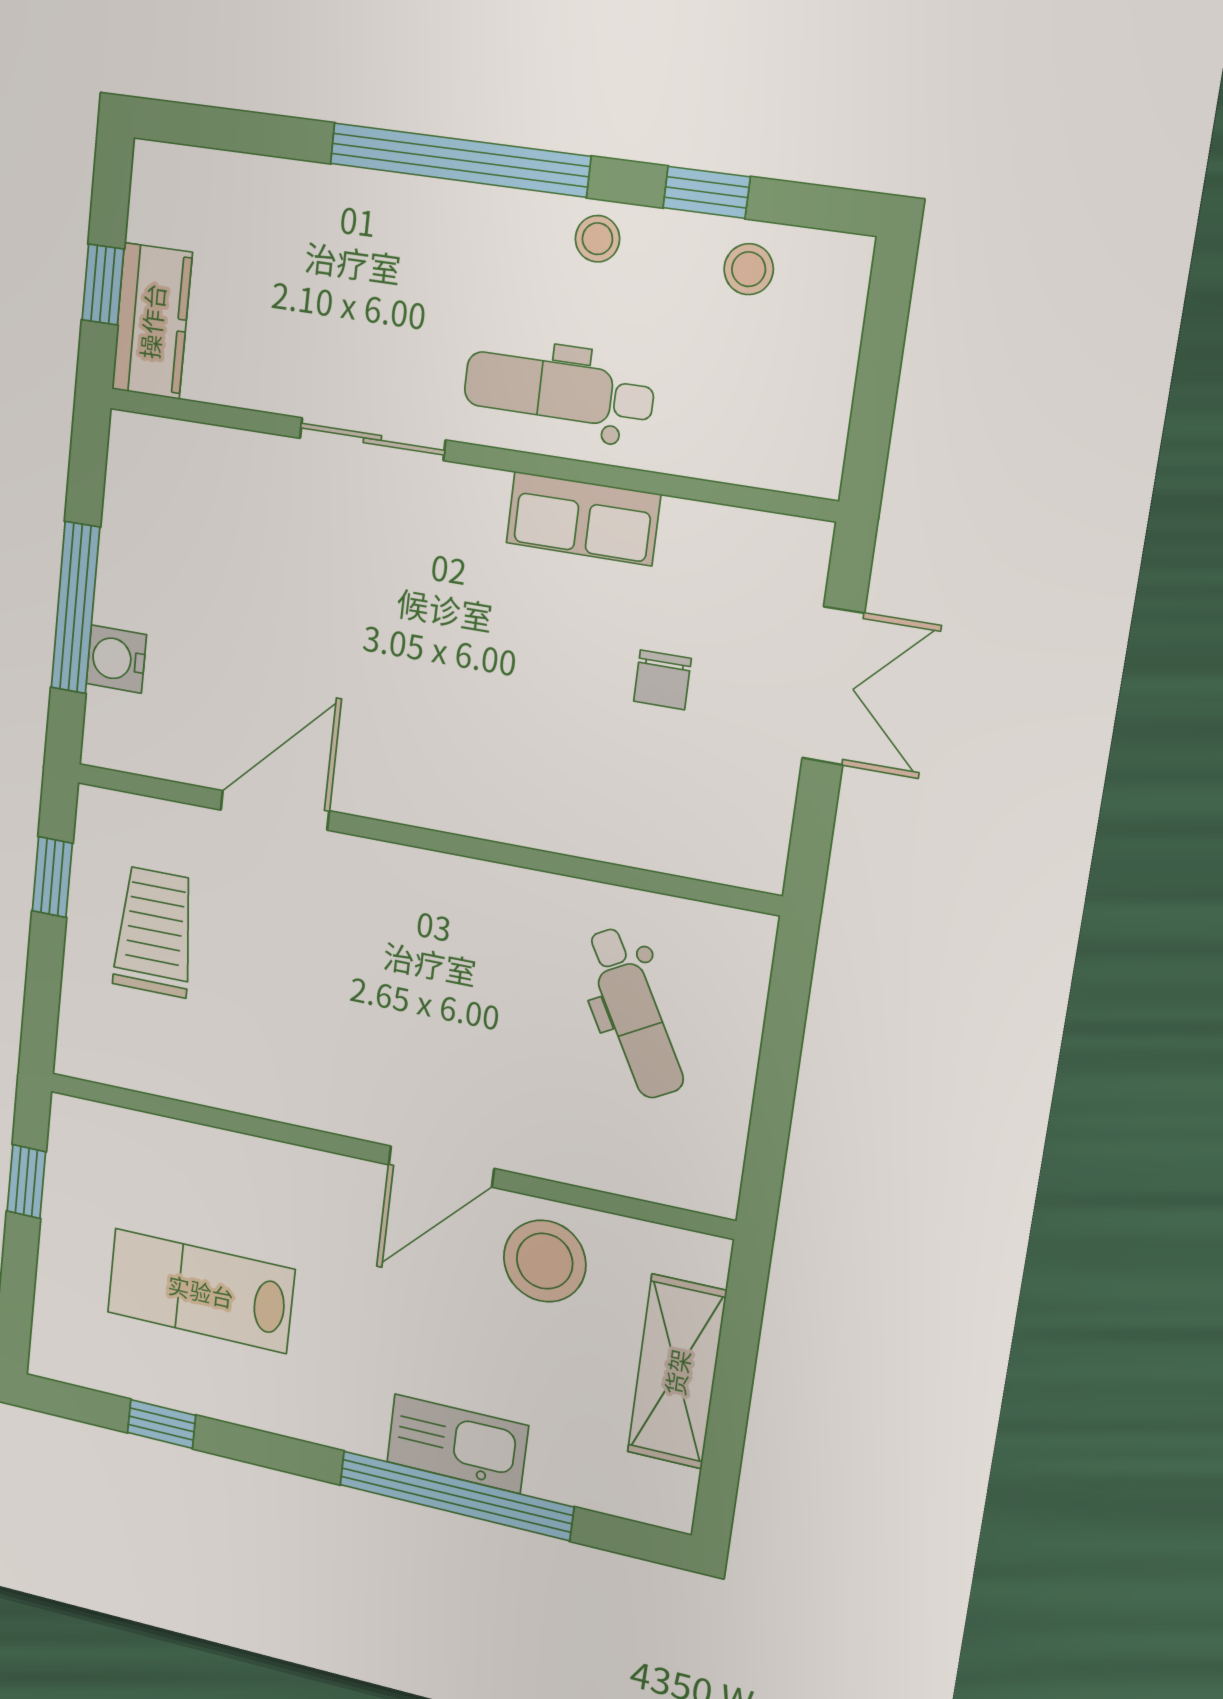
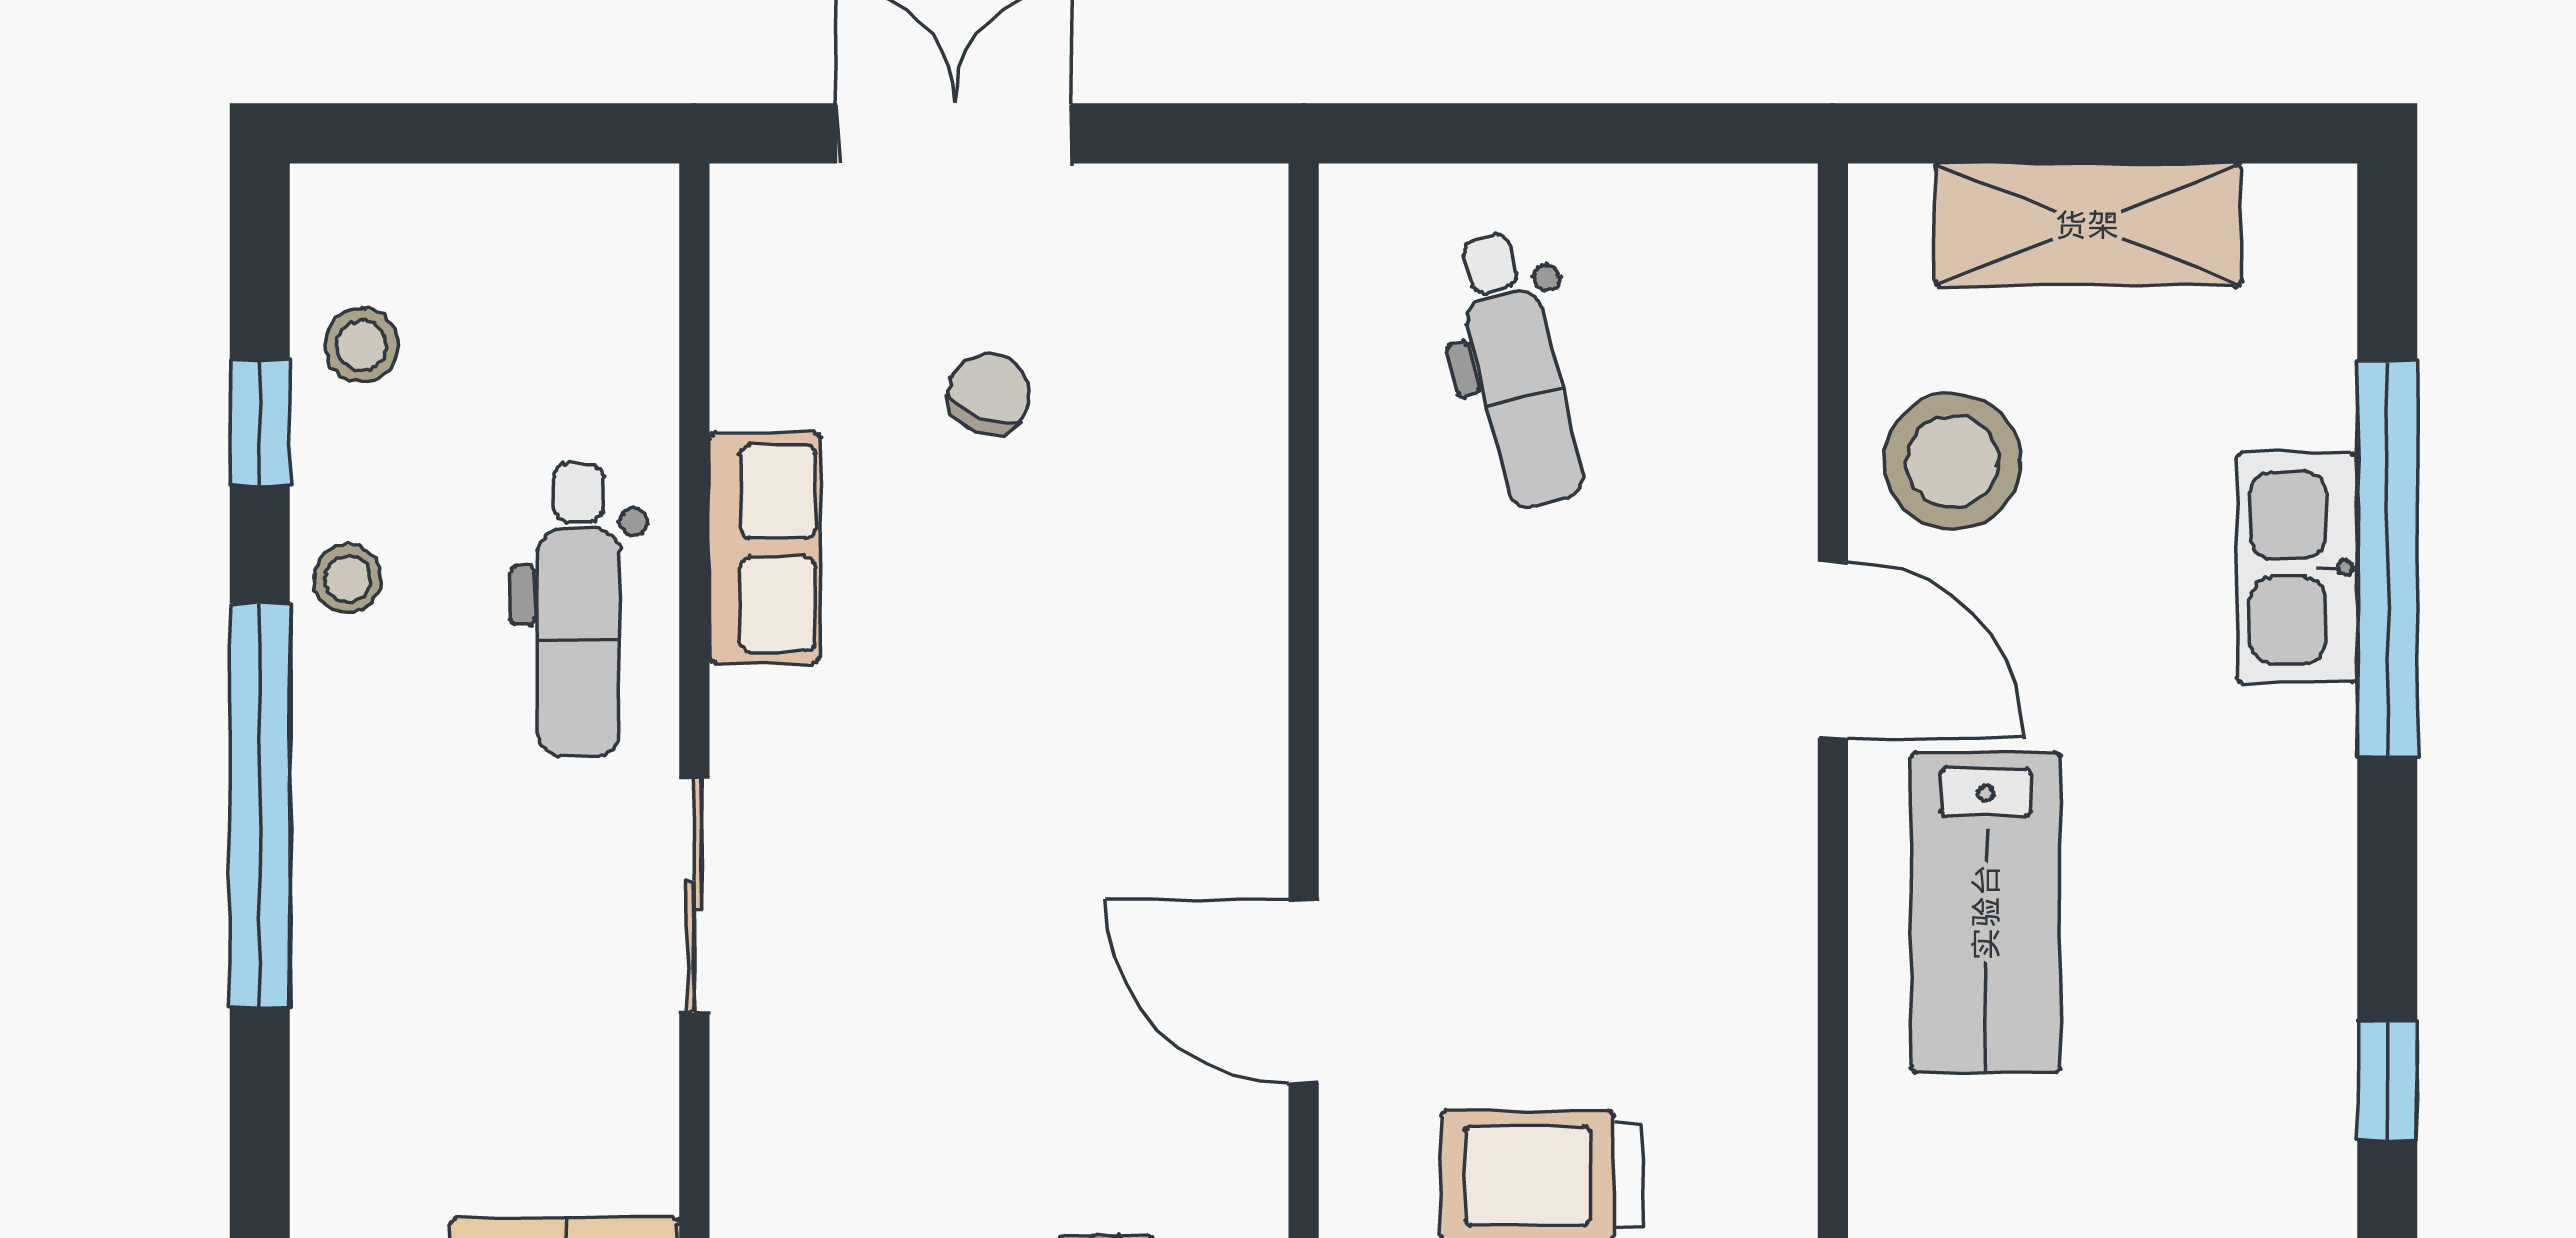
chair: (662, 680) -> (989, 394), turned -69
dental chair: (634, 1013) -> (1517, 370), turned 105
lab bench: (201, 1291) -> (1986, 912), moved

